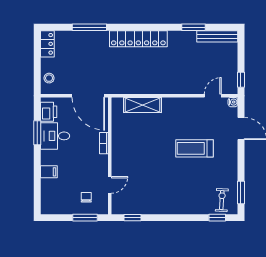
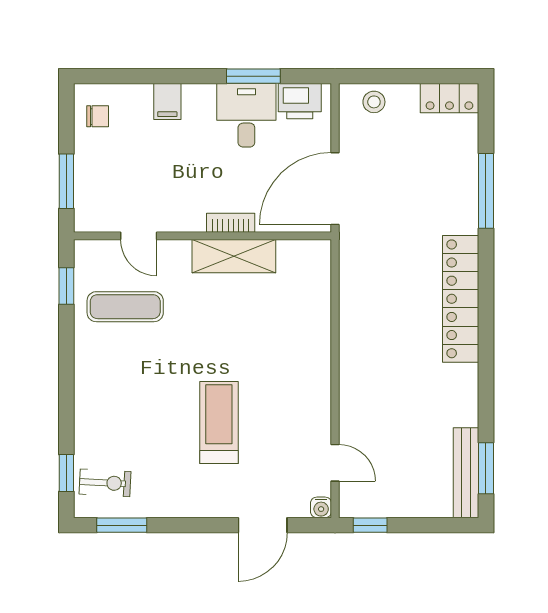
window: (193, 27) -> (486, 468), moved
shelving: (143, 105) -> (234, 256), moved, turned 90
exercise mat: (142, 191) -> (125, 307), added
chair: (86, 197) -> (98, 116), moved

